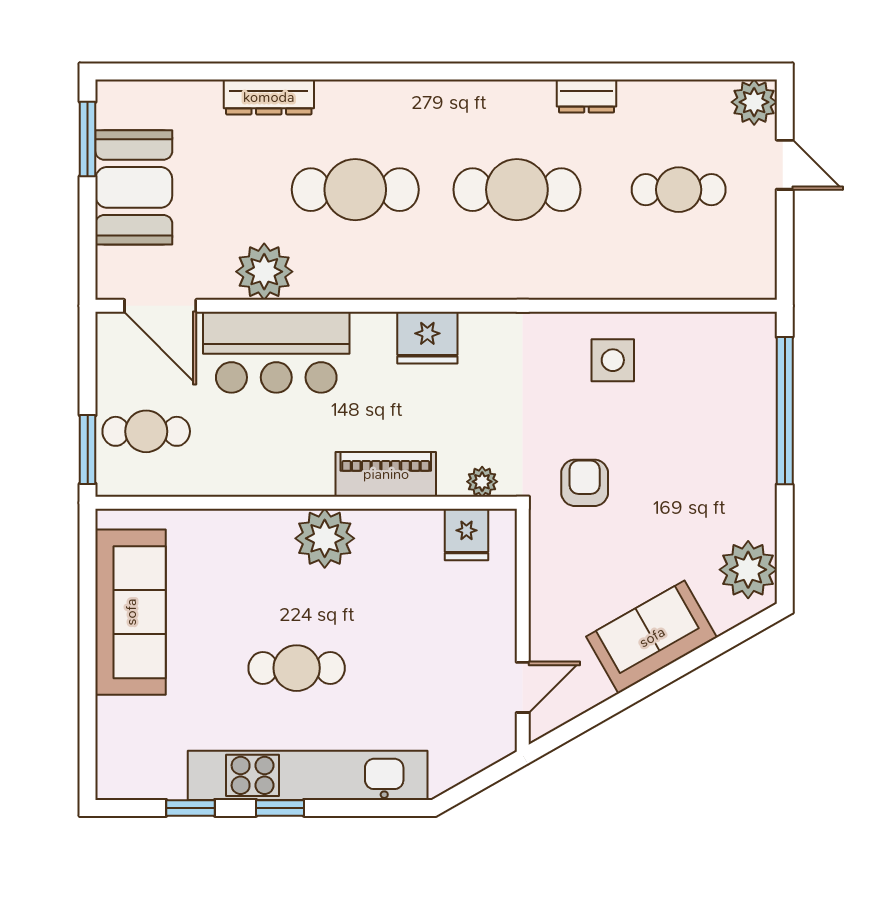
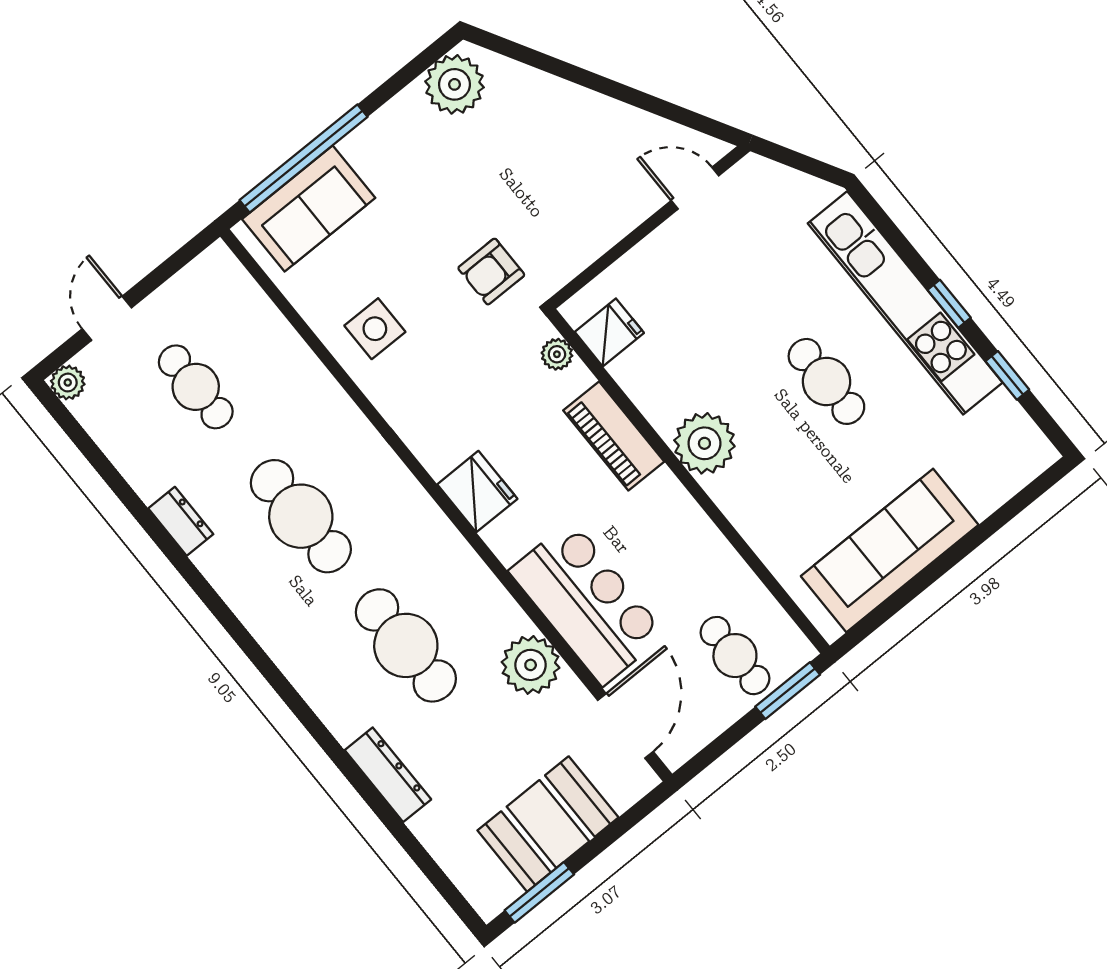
plant: (754, 102) -> (68, 383), width x0.73, depth x0.73
sofa: (652, 637) -> (309, 208), moved, turned -60

